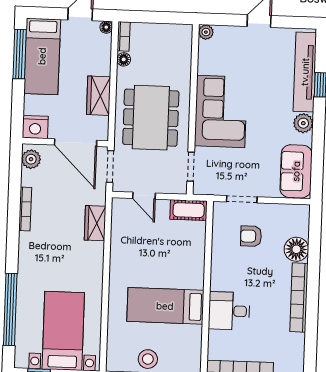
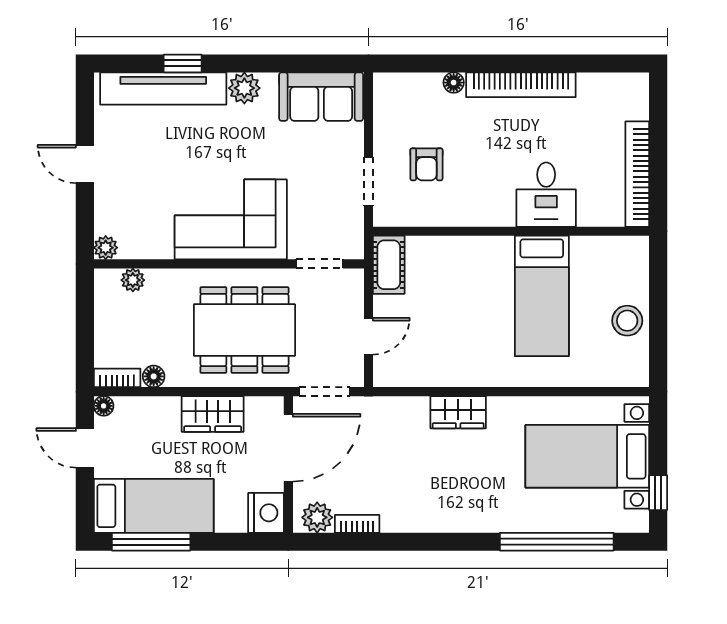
plant: (185, 48) -> (133, 280), added
bookcase: (25, 209) -> (357, 524), moved, width x0.64
wardrobe: (95, 223) -> (458, 412), moved
floor lamp: (296, 249) -> (454, 83), width x0.53, depth x0.53

